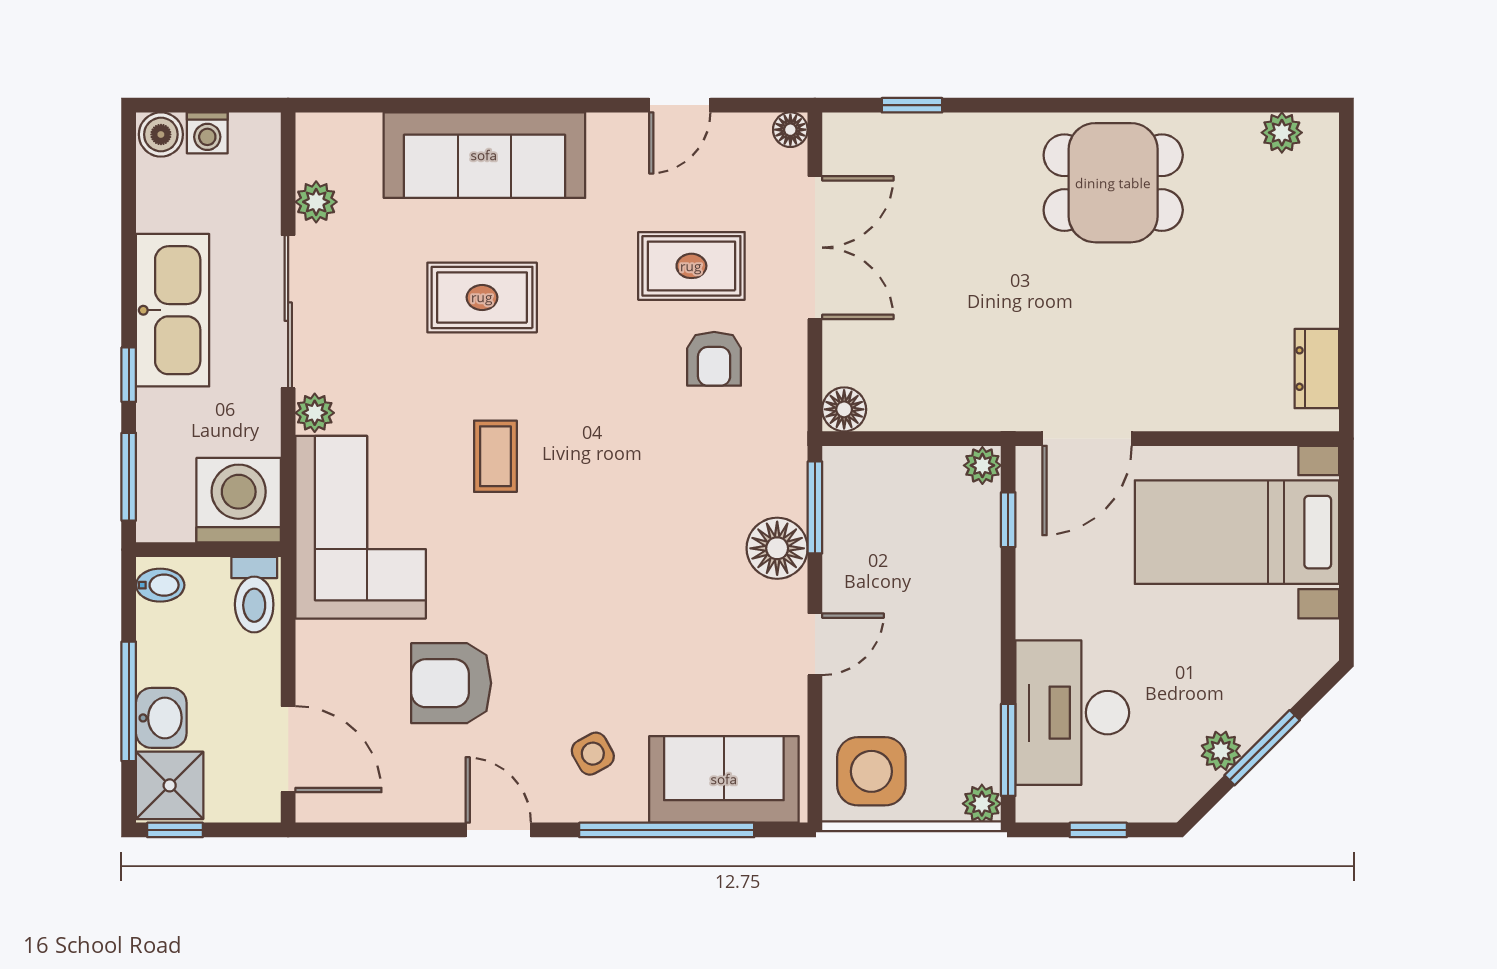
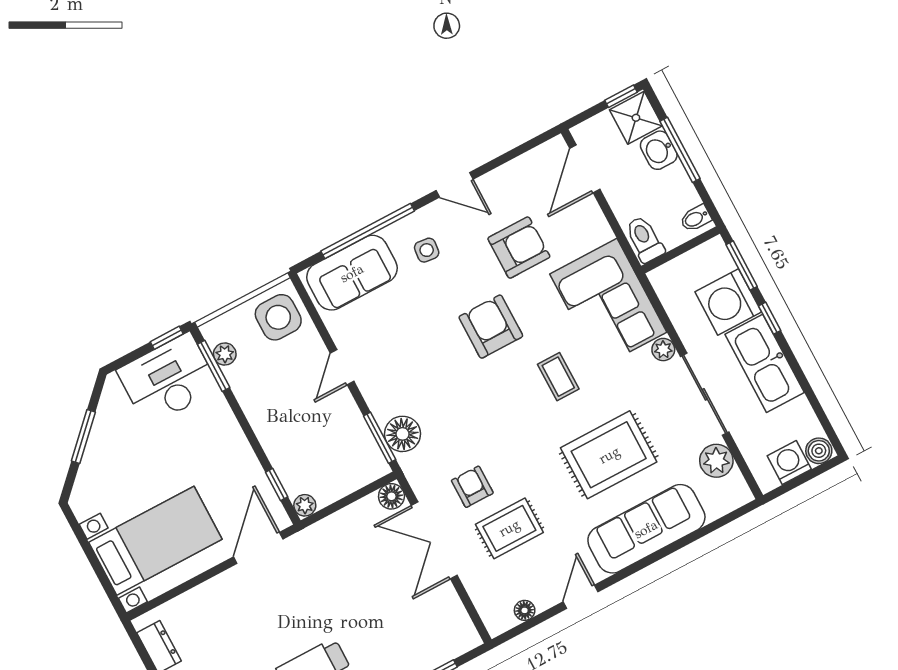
door: (680, 105) -> (581, 597), moved
floor lamp: (790, 130) -> (525, 610), moved
washing machine: (207, 133) -> (789, 462), width x1.38, depth x1.38
plant: (316, 202) -> (716, 461), width x1.38, depth x1.38
double door: (815, 248) -> (434, 540), moved
rug: (482, 297) -> (609, 455), width x1.36, depth x1.43
washing machine: (239, 500) -> (728, 302), moved, turned 90
floor lamp: (777, 548) -> (403, 434), moved
armchair: (557, 586) -> (491, 327), added
desk: (1072, 713) -> (168, 379), moved, turned -90
door: (288, 749) -> (585, 169), hinge flipped
plant: (1221, 751) -> (104, 424), removed
side table: (593, 754) -> (427, 250), turned 35
plant: (982, 804) -> (225, 354), moved
window: (1098, 830) -> (167, 338), moved

